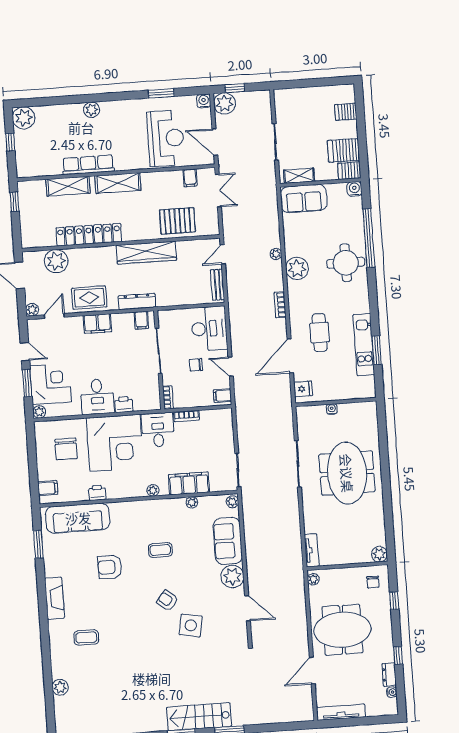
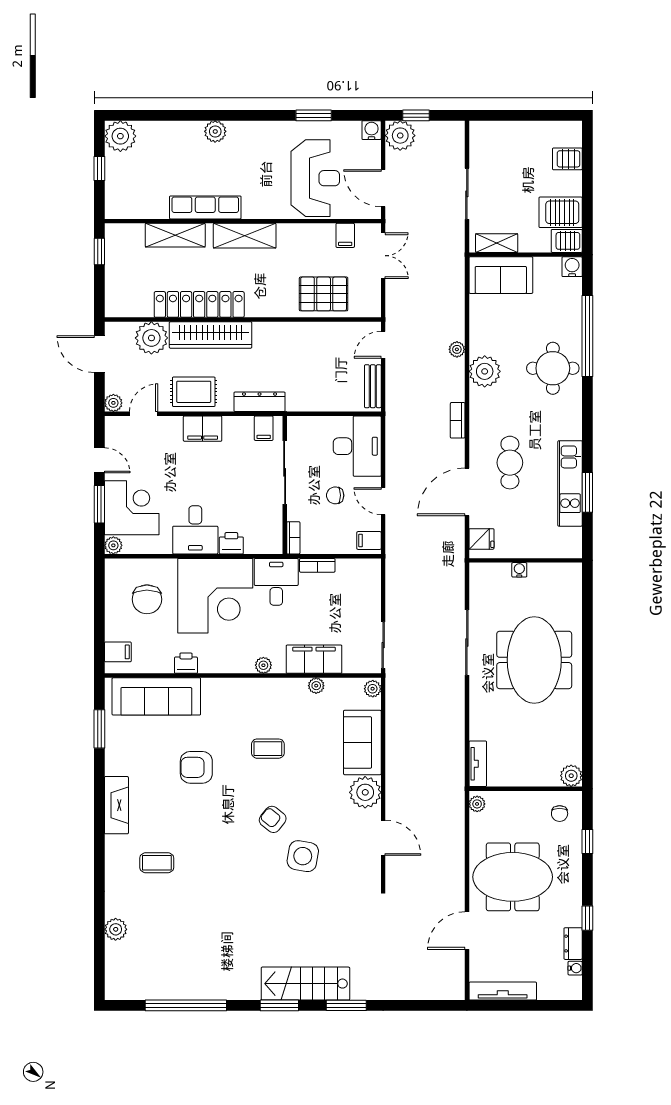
wardrobe: (146, 253) -> (211, 335), moved

